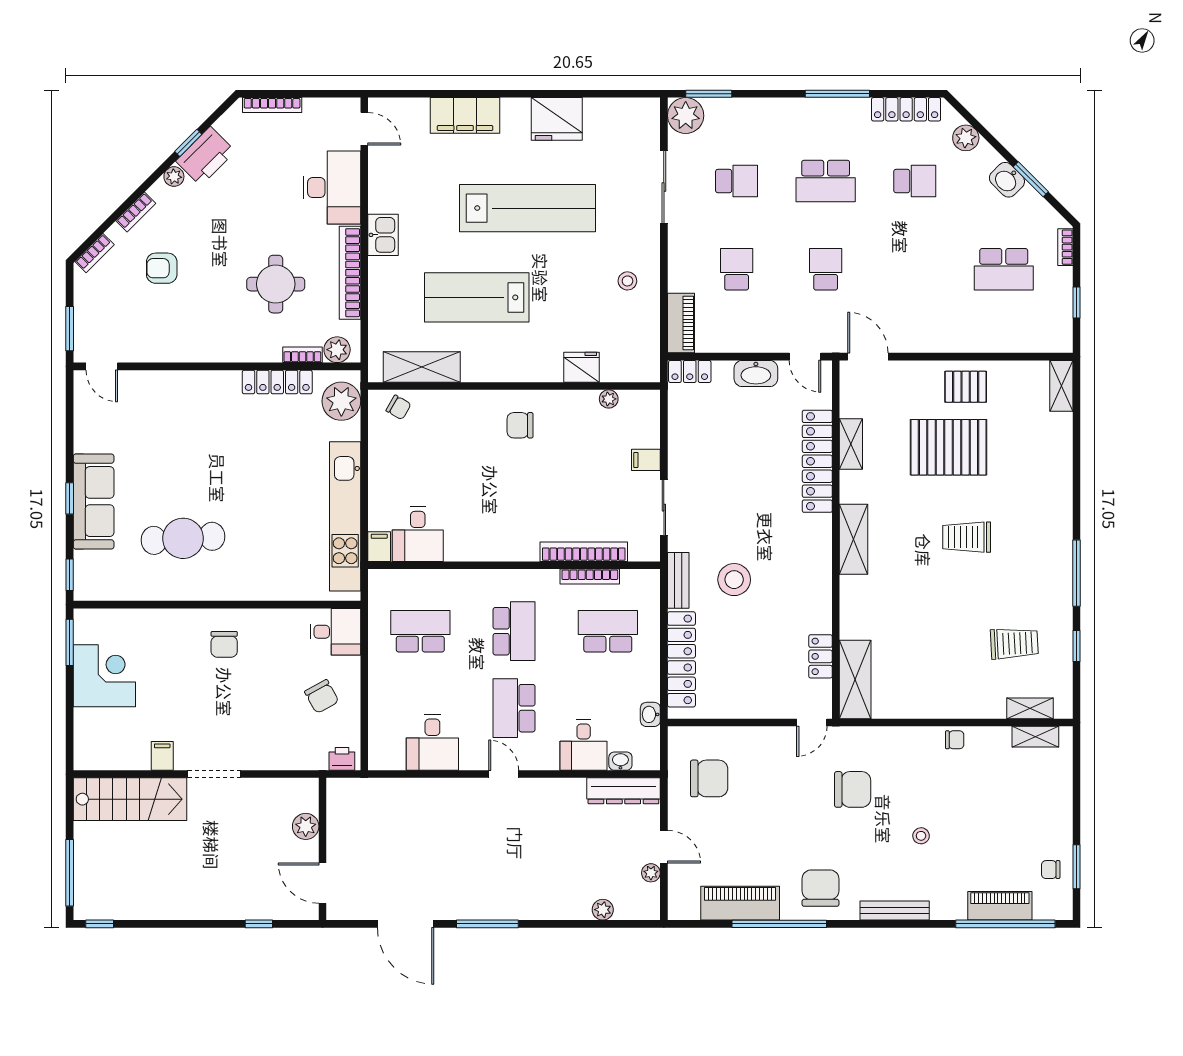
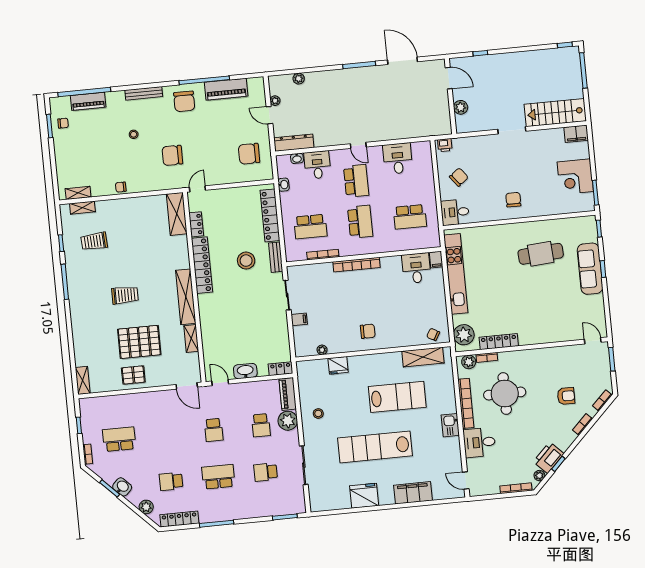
plant: (686, 116) -> (288, 421), moved
plant: (174, 177) -> (539, 476), moved
desk: (332, 188) -> (479, 442), width x0.73
round table: (276, 284) -> (505, 393), width x1.36, depth x1.36
locker: (817, 461) -> (202, 265), moved
shelving: (854, 539) -> (186, 297), width x1.47
bookcase: (584, 552) -> (356, 265), moved
school desk: (514, 631) -> (360, 222), turned 180
chair: (322, 696) -> (459, 177), turned 81
filing cabinet: (162, 756) -> (576, 134), moved, width x2.00

